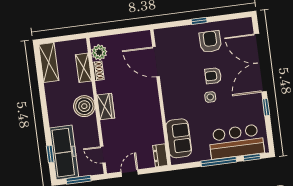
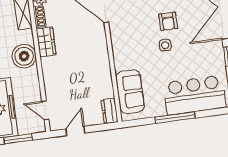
armchair: (213, 76) -> (168, 21), turned -90
wardrobe: (106, 107) -> (46, 42), moved
window: (252, 157) -> (212, 112), removed

